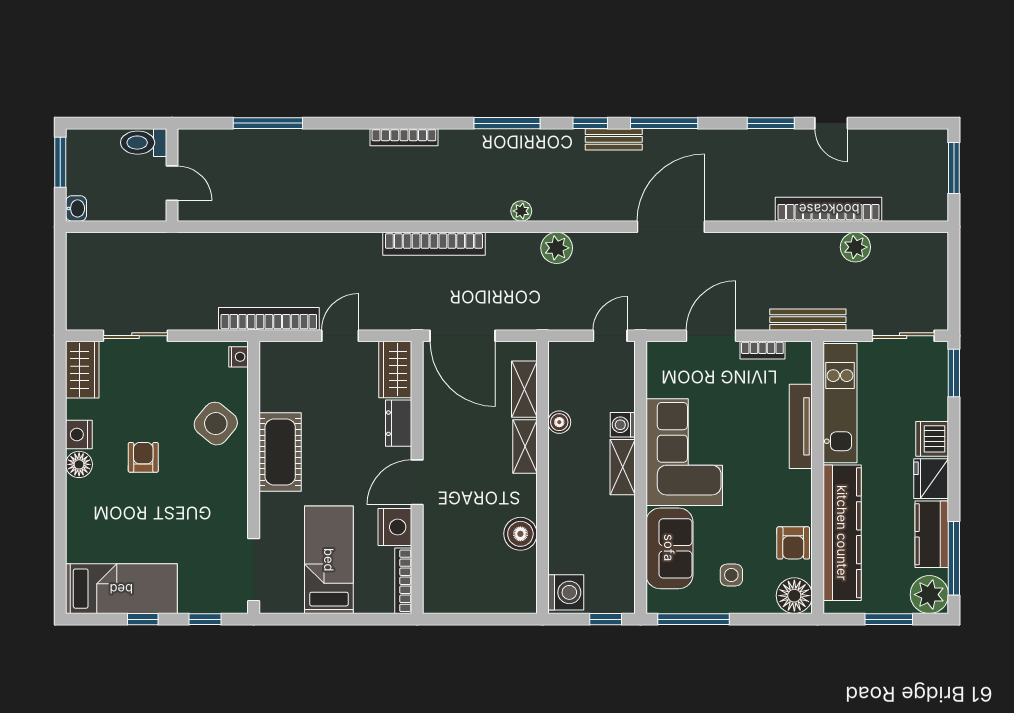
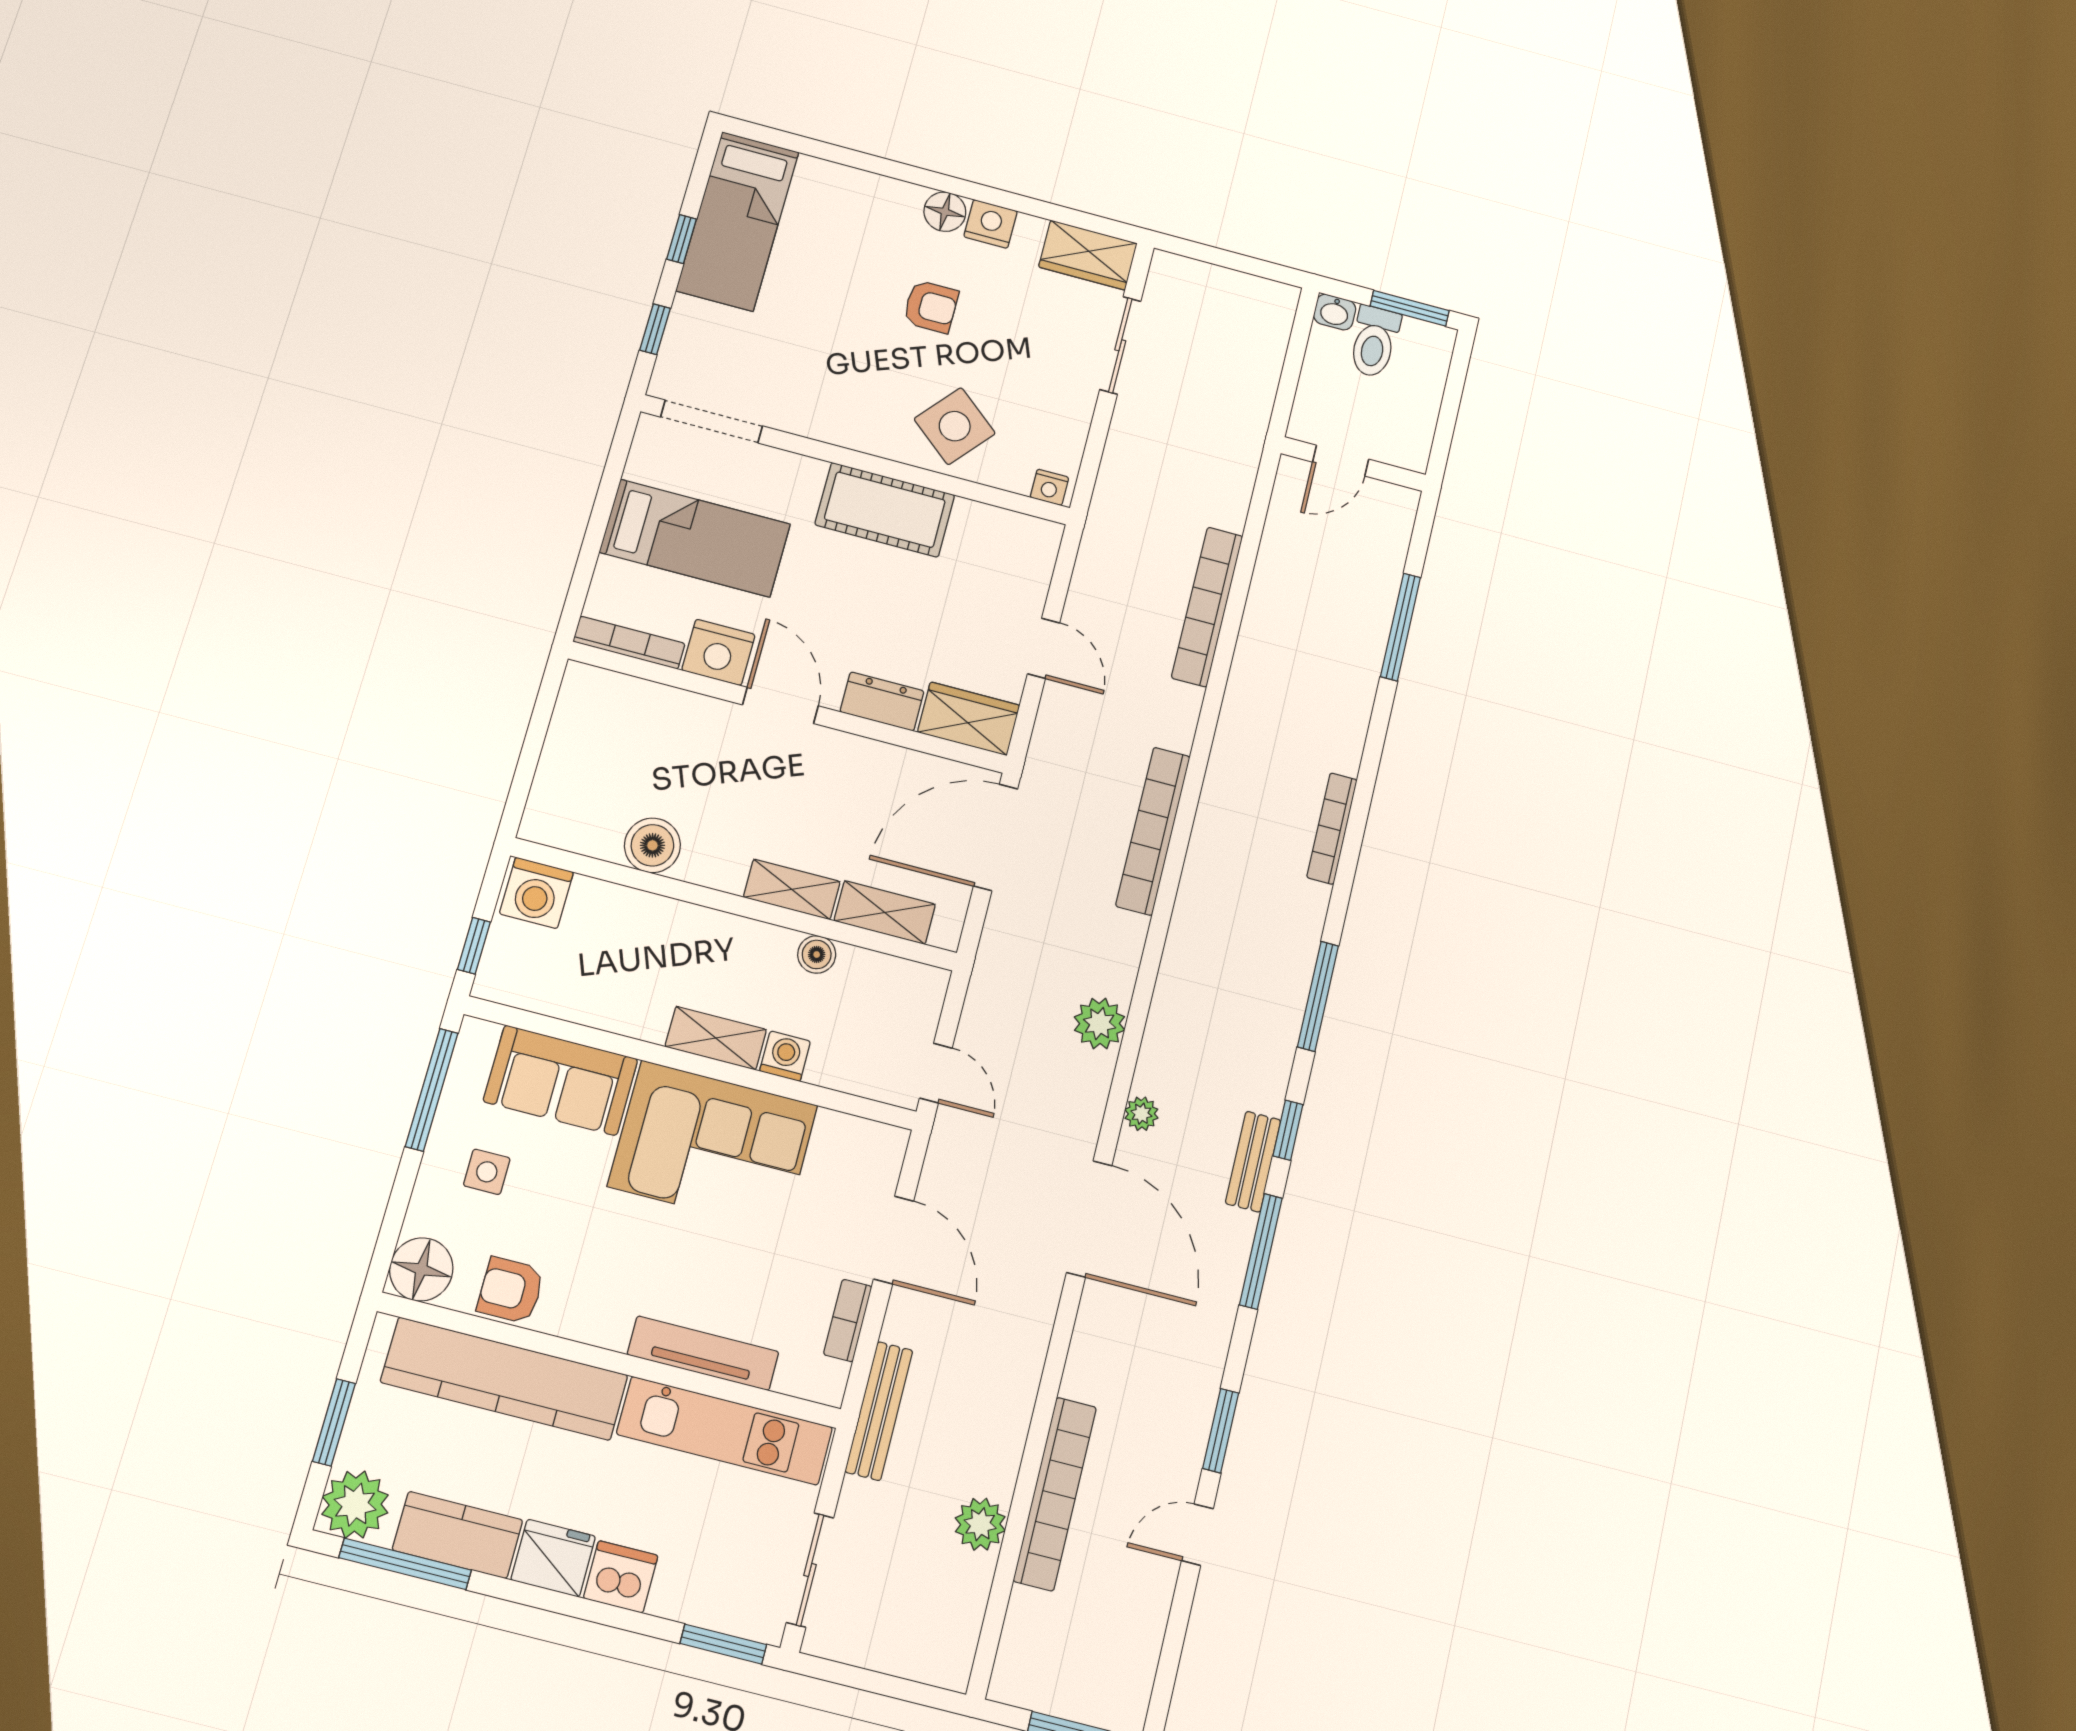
toilet: (144, 143) -> (1374, 342), moved, turned 180
plant: (521, 211) -> (1141, 1114), moved
bookcase: (269, 319) -> (1207, 607), moved, turned 180

